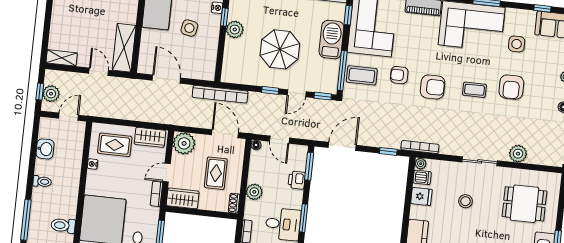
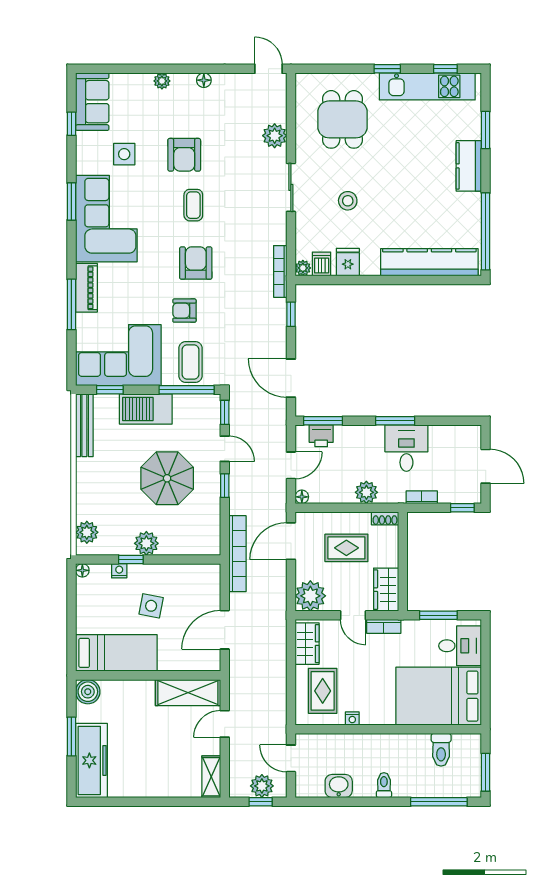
armchair: (399, 75) -> (184, 311), turned 90
armchair: (511, 87) -> (184, 155), turned 90
printer: (297, 180) -> (321, 436), moved

